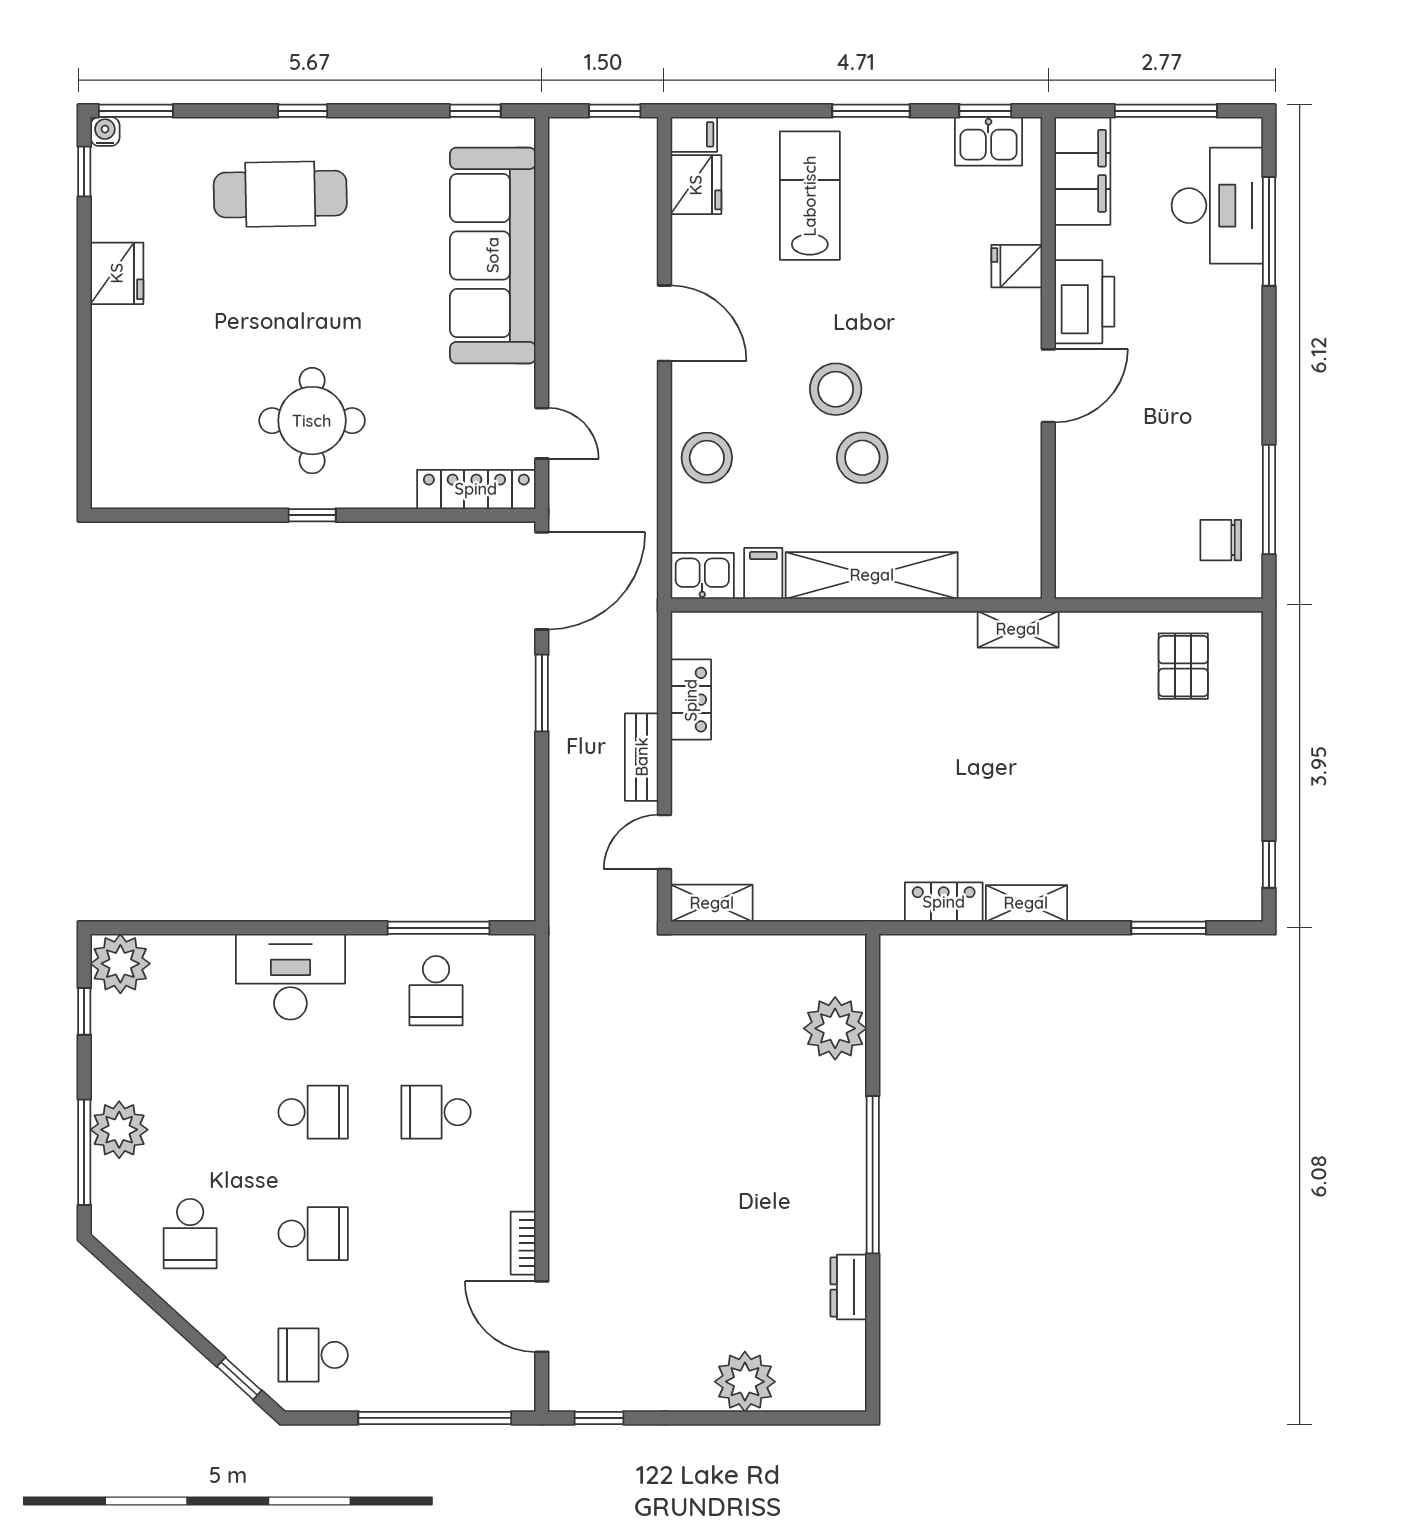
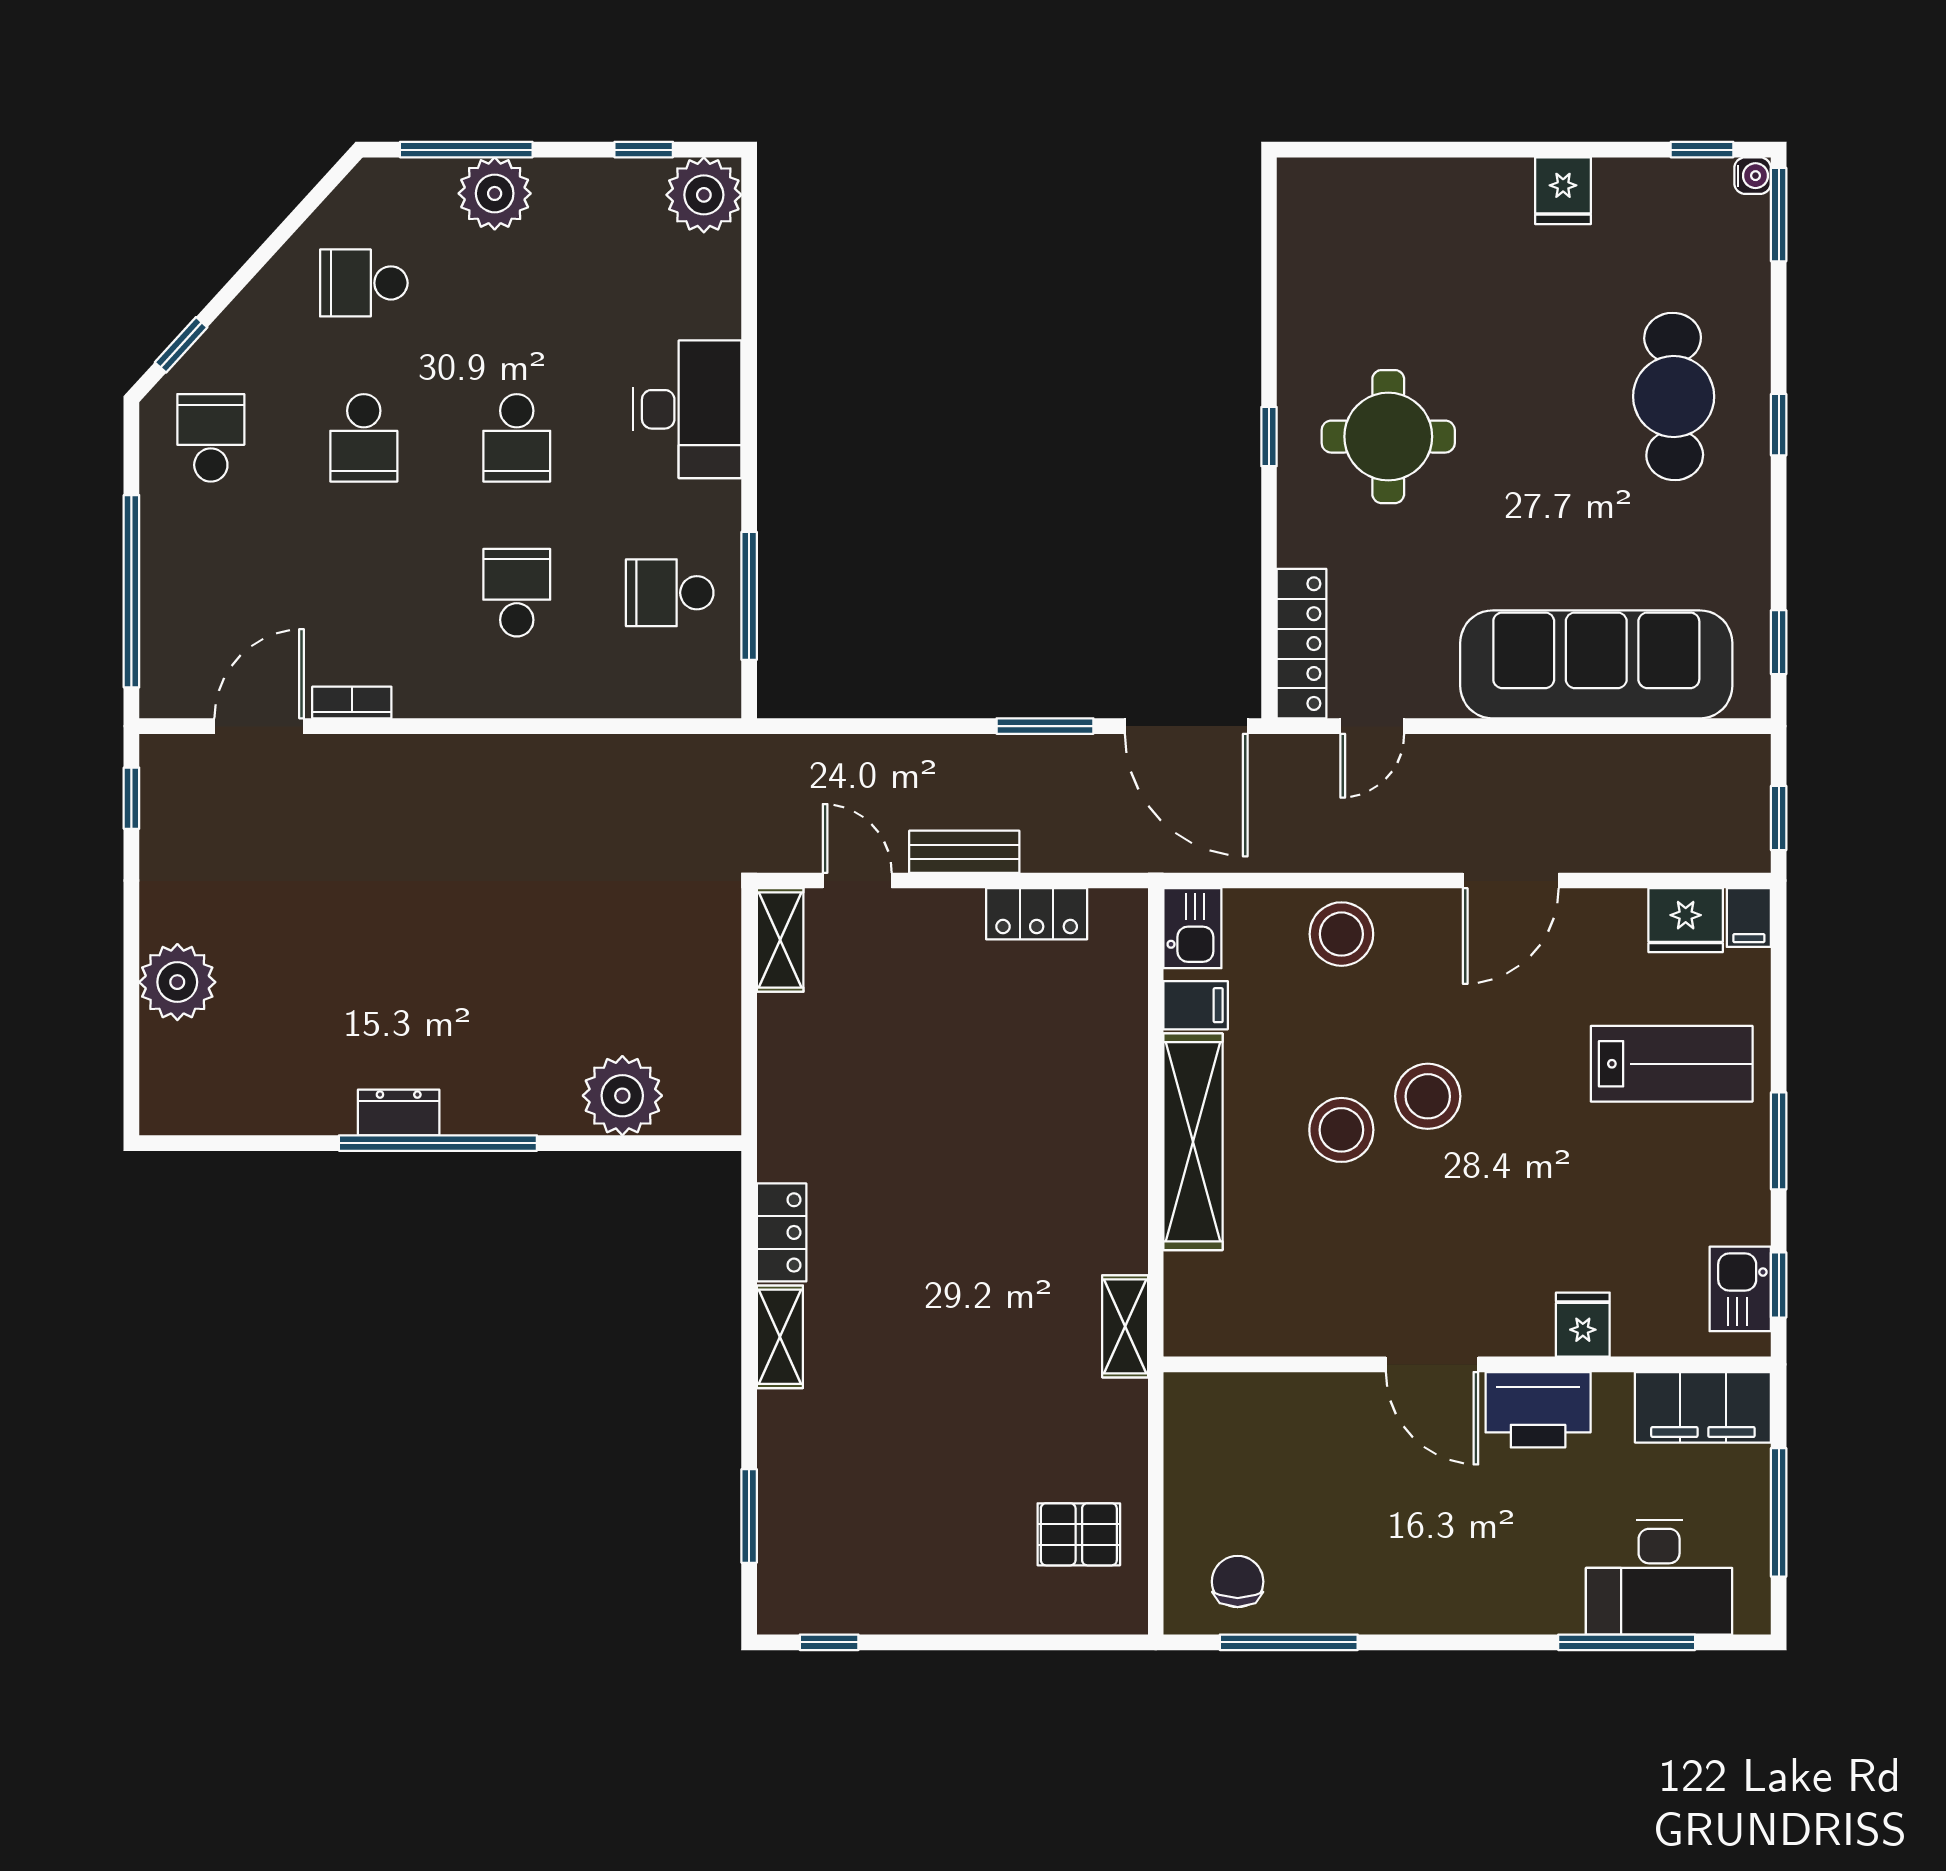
fridge: (117, 273) -> (1563, 191), width x0.72
dresser: (848, 1287) -> (399, 1112), moved

